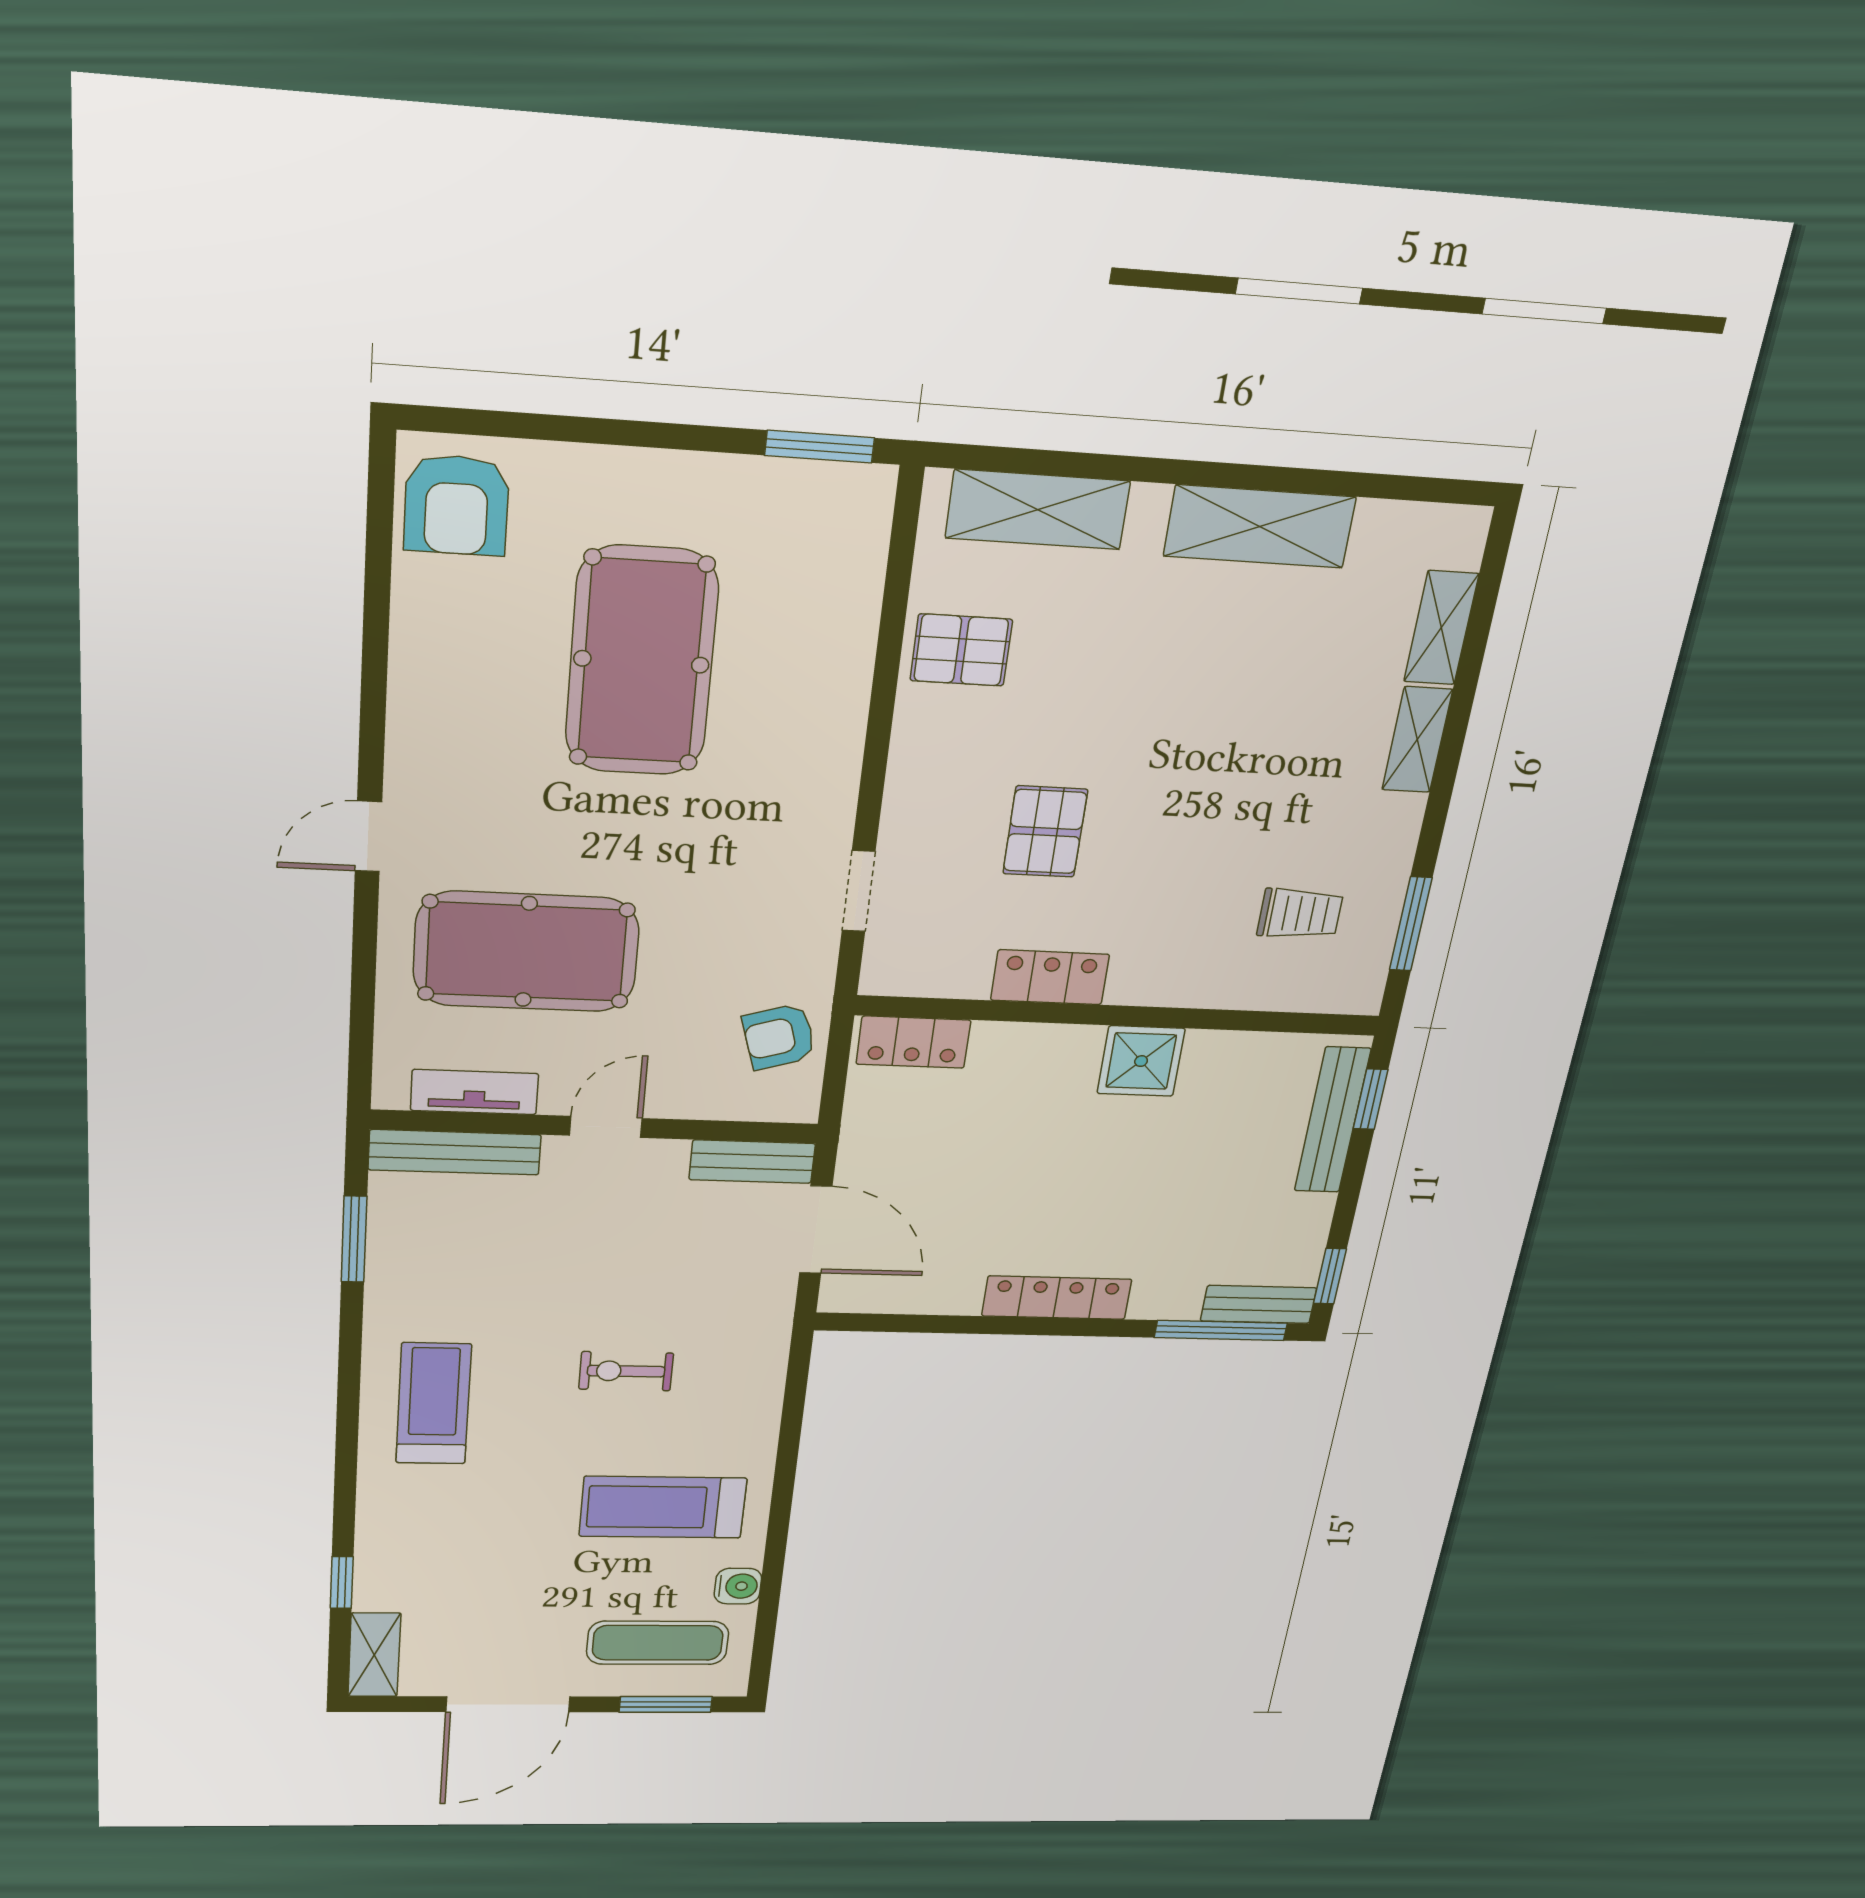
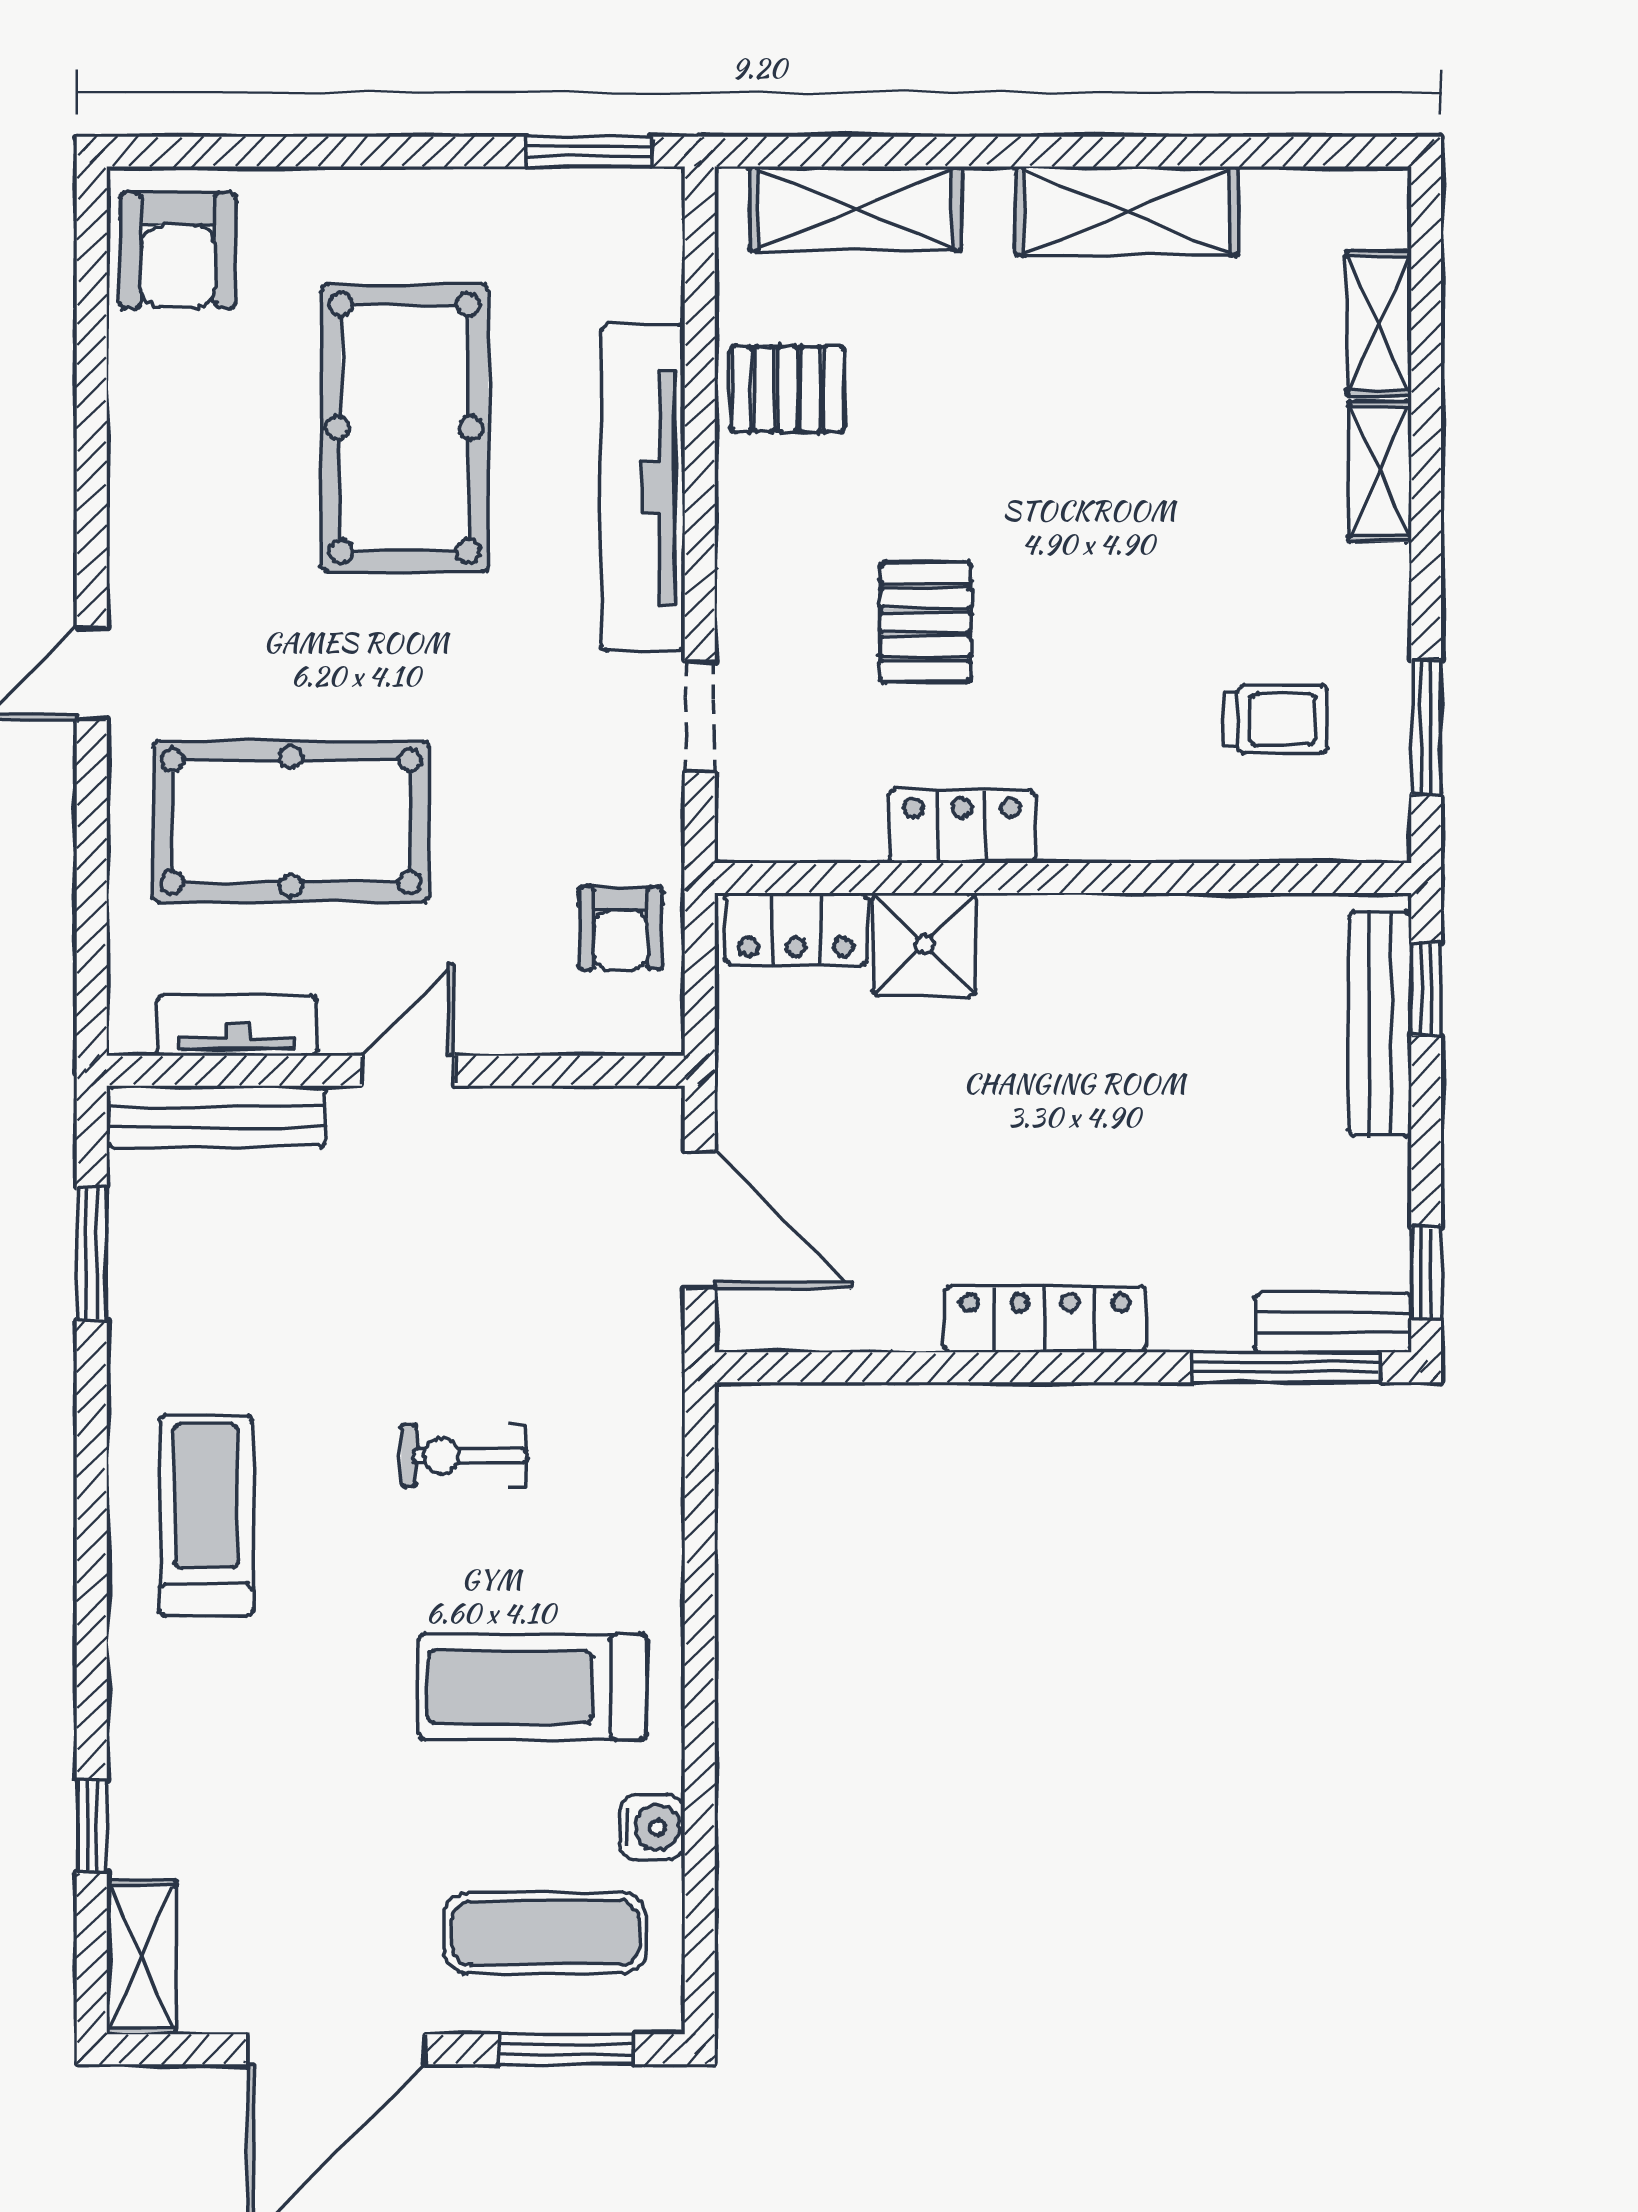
tv unit: (834, 719) -> (643, 488), added
armchair: (779, 1037) -> (621, 928), turned -73
shower: (1141, 1061) -> (924, 944), moved
bench: (752, 1162) -> (604, 1117), removed

